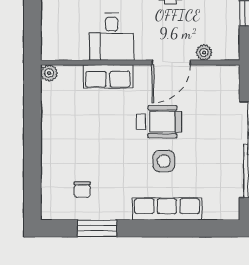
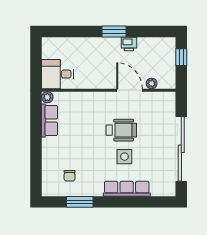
desk: (112, 37) -> (58, 74), moved, turned 90
door: (171, 63) -> (130, 90), swing flipped
row of seats: (108, 76) -> (50, 121), moved, turned -90

